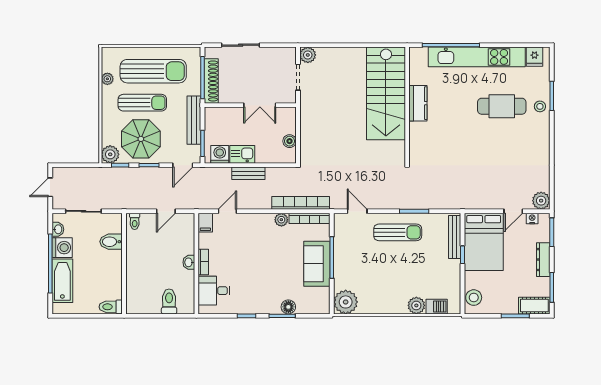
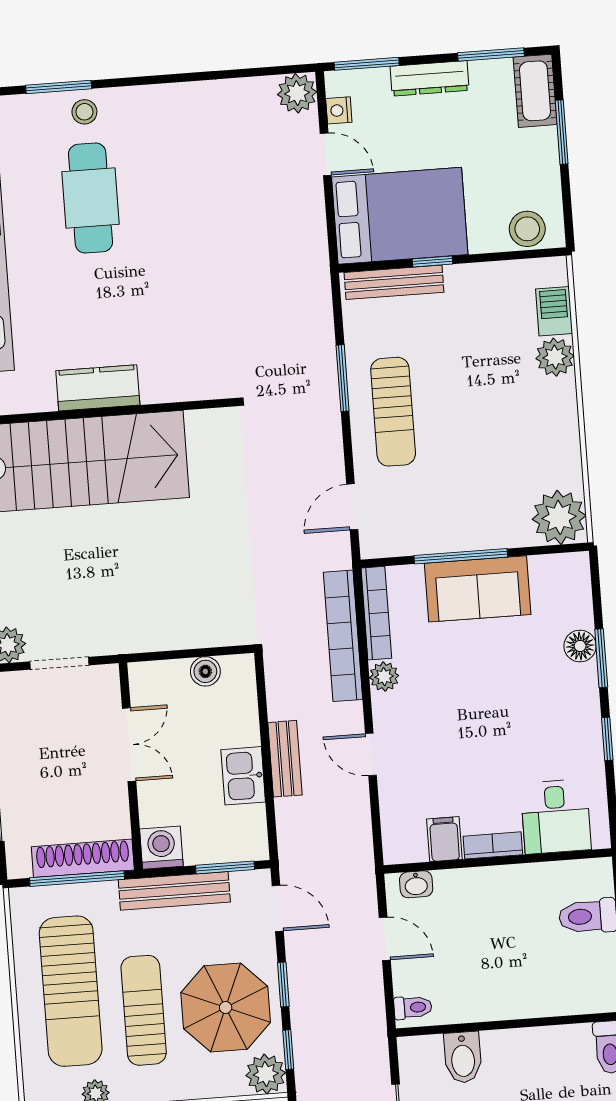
sun lounger: (153, 71) -> (71, 991), turned 180
washing machine: (220, 154) -> (161, 848), moved, turned 90
door: (227, 211) -> (371, 754), moved
filing cabinet: (205, 223) -> (444, 839), moved, turned -90
sun lounger: (398, 232) -> (393, 412), turned 180
washbasin: (189, 262) -> (416, 884), moved

